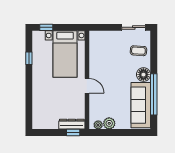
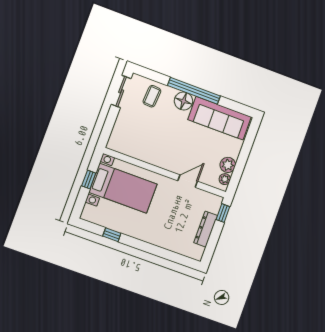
window: (46, 27) -> (89, 179), moved
door: (87, 86) -> (188, 181), moved
window: (154, 94) -> (194, 91), moved
dresser: (72, 124) -> (206, 229), moved

